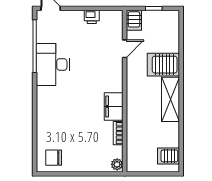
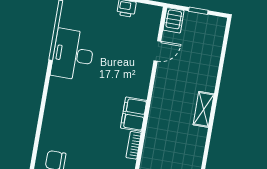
server rack: (163, 65) -> (198, 76), removed
shelving: (171, 99) -> (204, 109), width x0.67, depth x0.75

